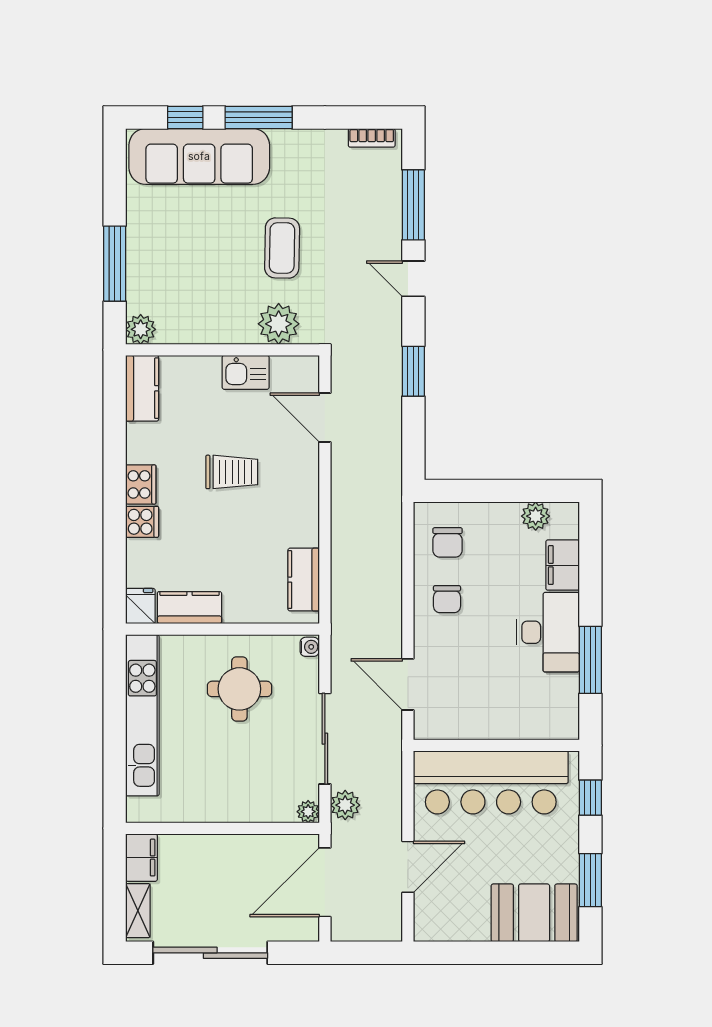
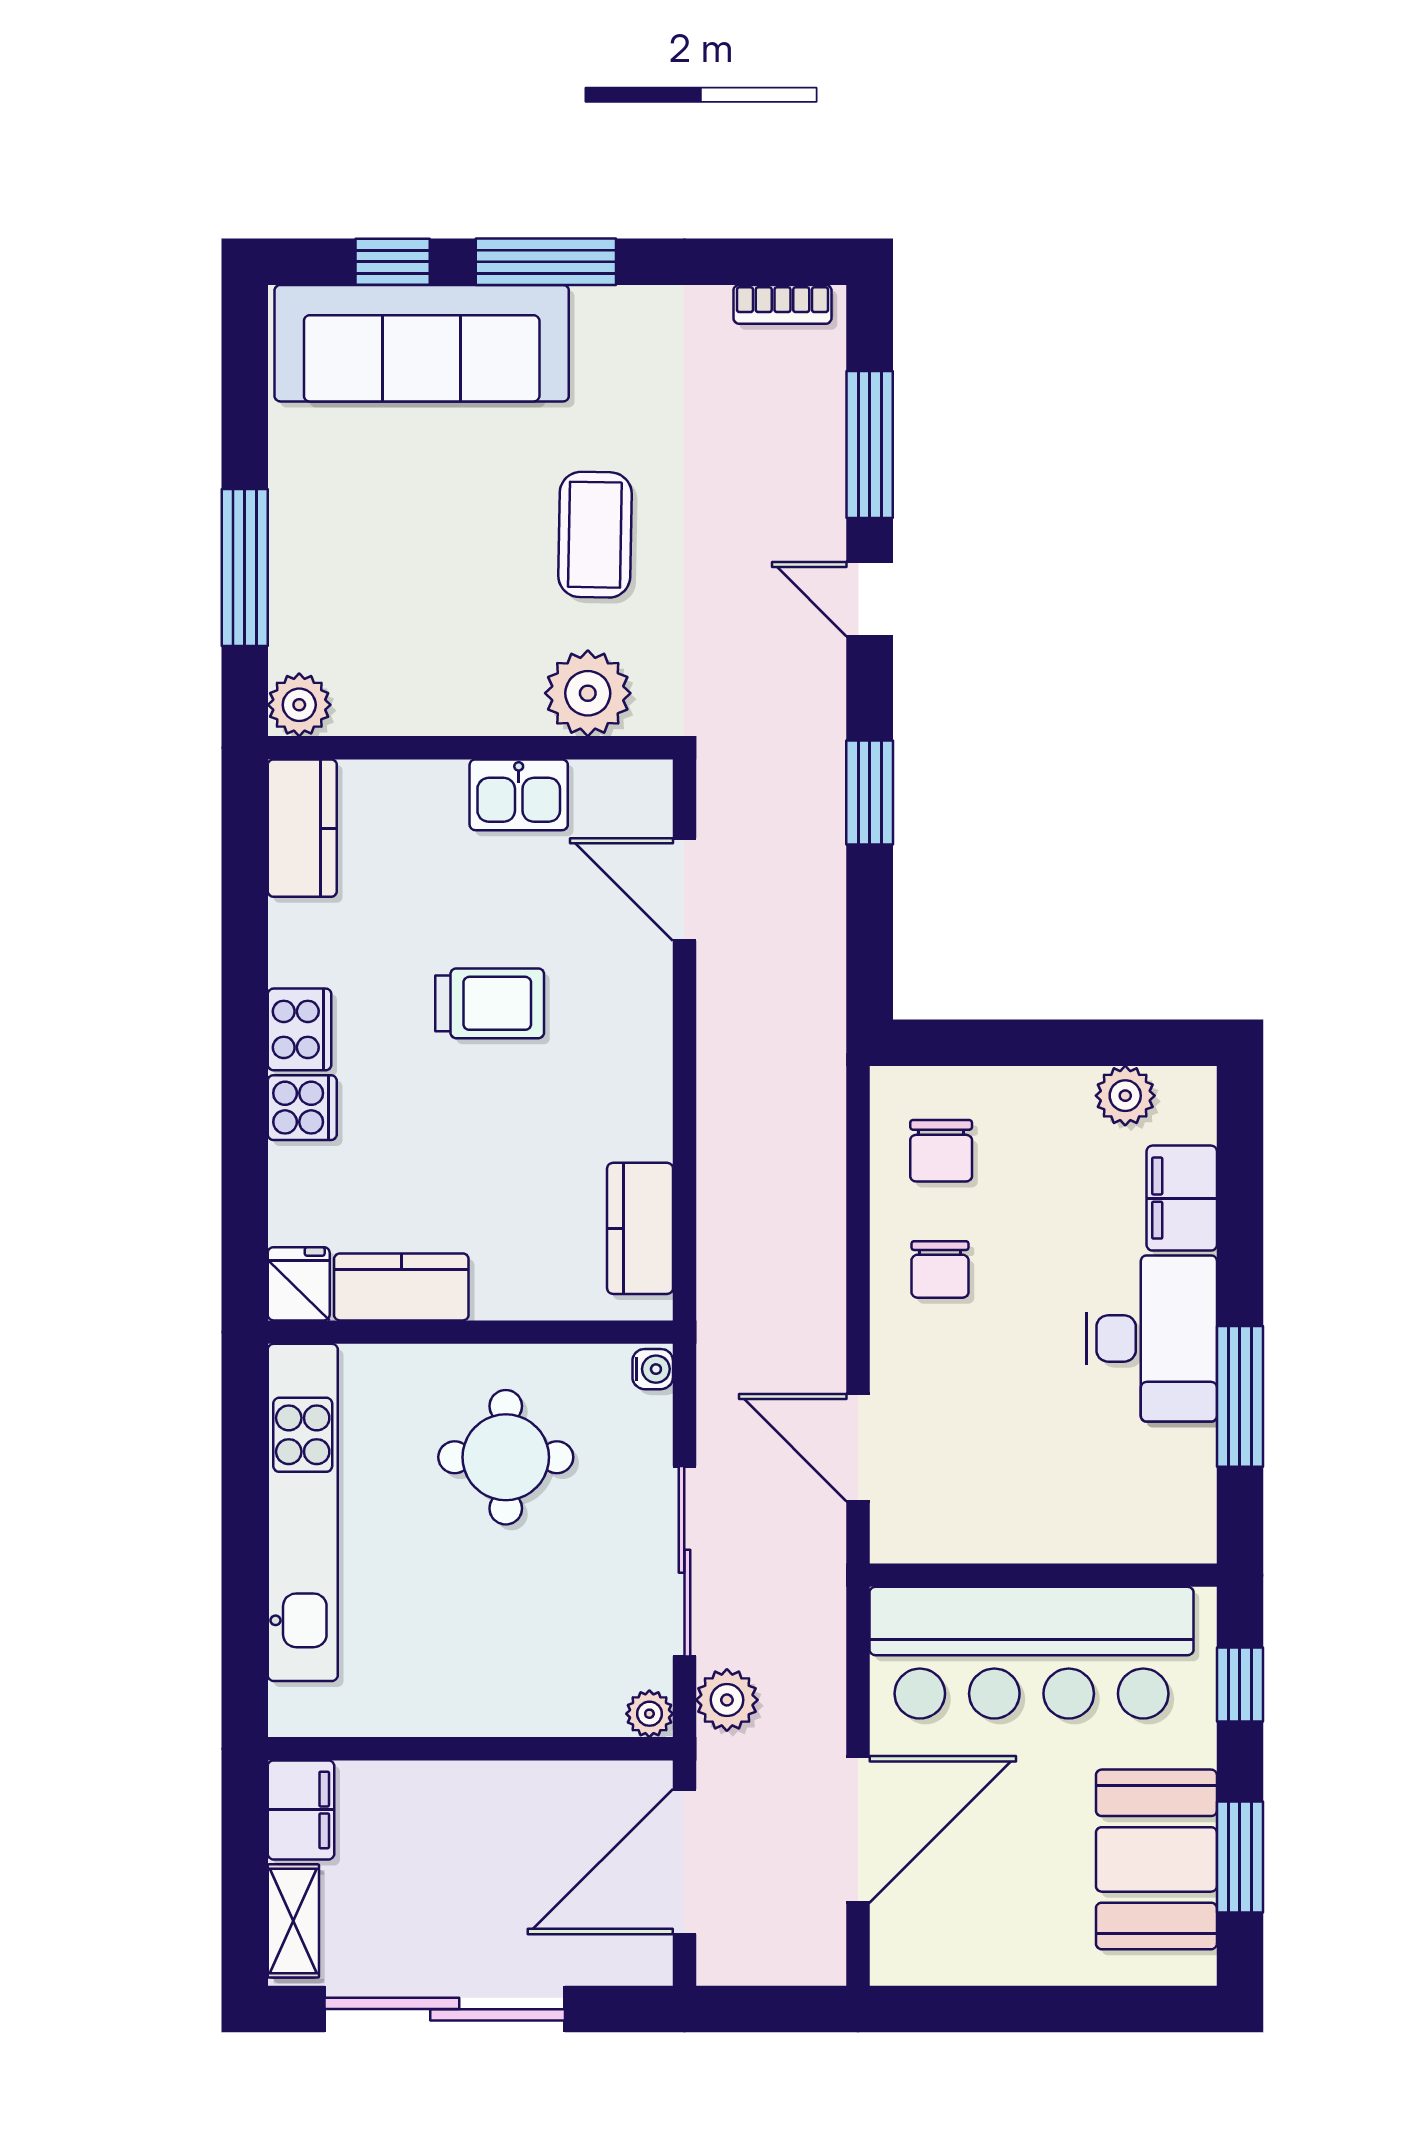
door: (408, 867) -> (858, 1829), width x1.36
booth: (534, 913) -> (1156, 1859), moved, turned 90

